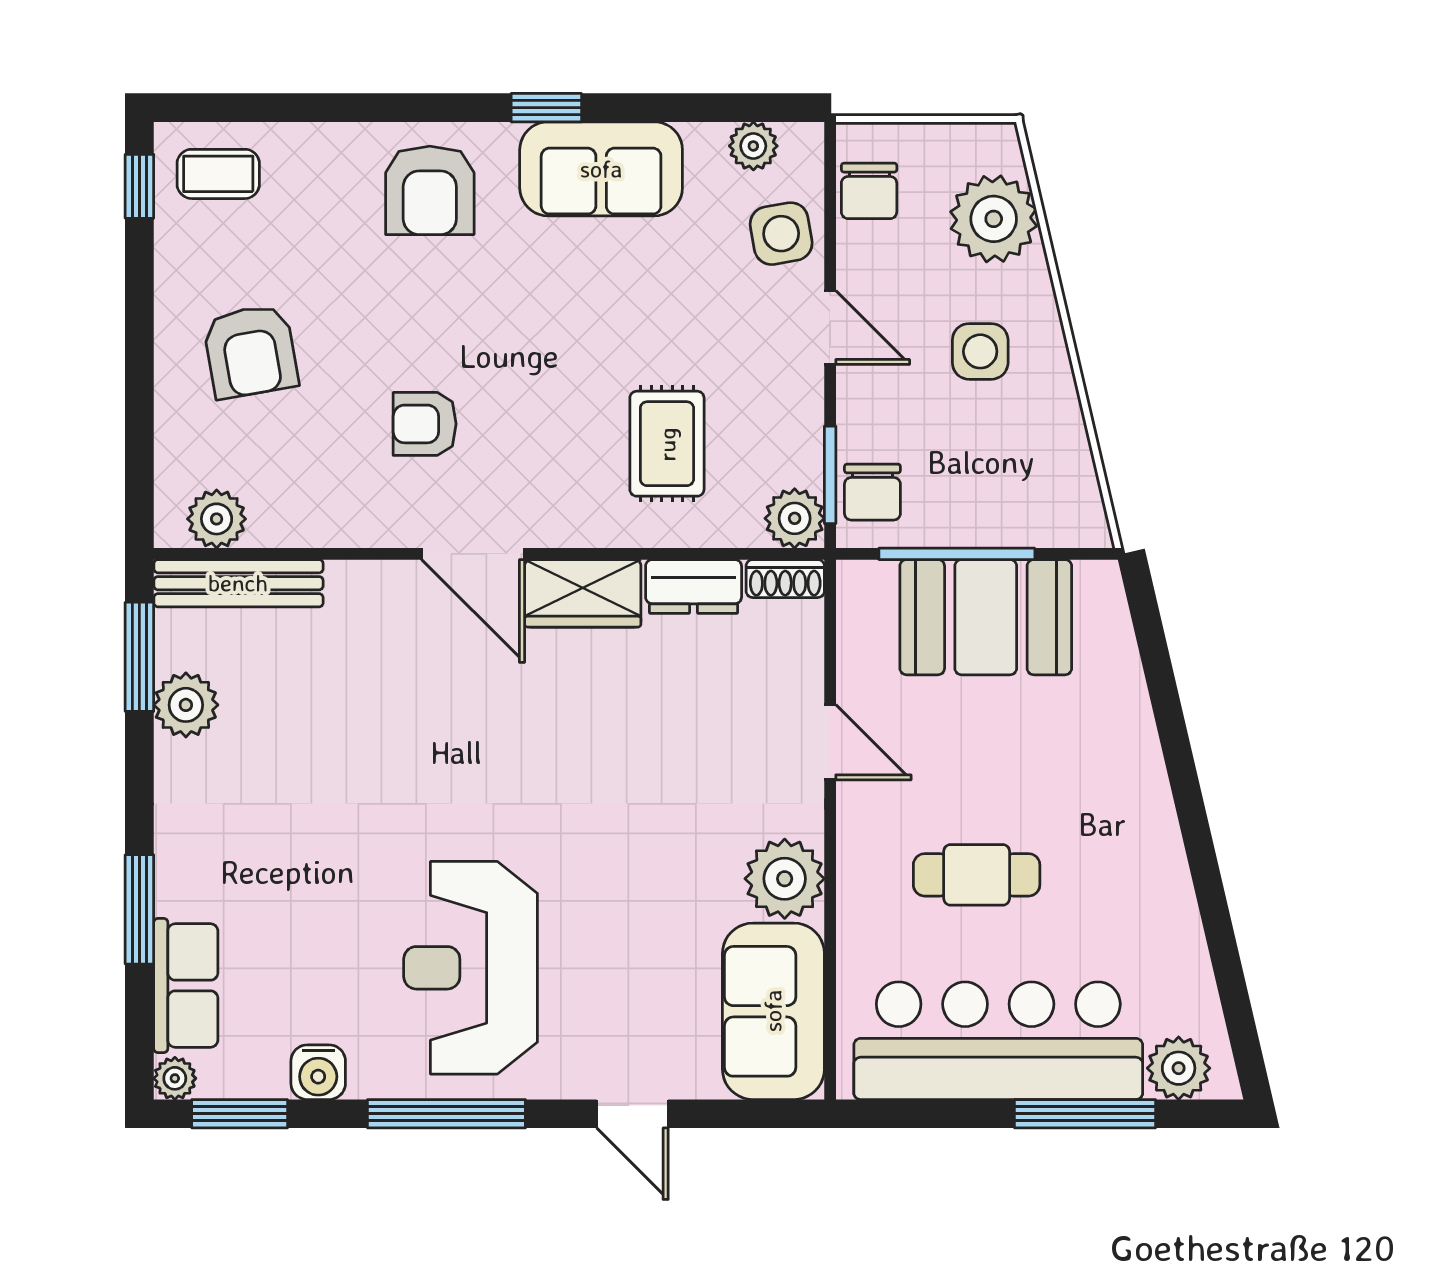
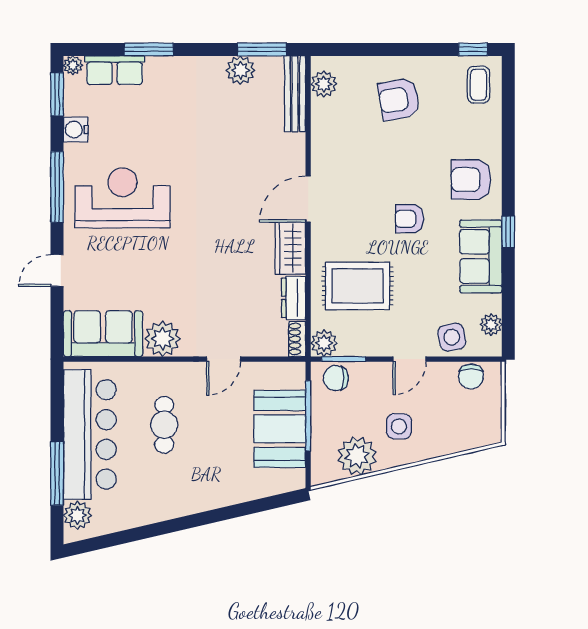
chair: (869, 191) -> (471, 377), turned -90
plant: (994, 219) -> (357, 456), moved
armchair: (425, 424) -> (409, 219), moved, turned -90
rug: (667, 444) -> (358, 286), width x1.36, depth x1.43

